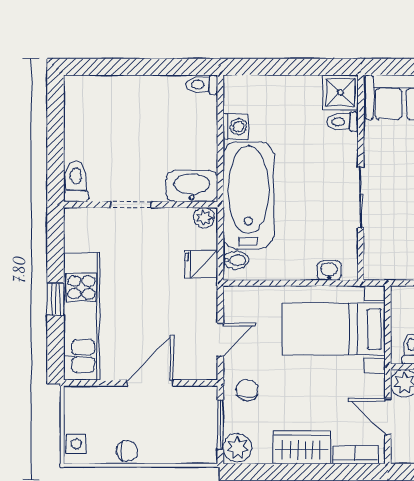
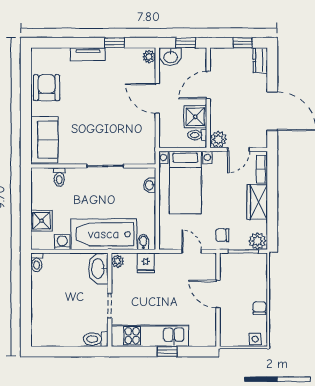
shower: (341, 93) -> (41, 221), moved
kitchen unit: (81, 317) -> (150, 336), moved

